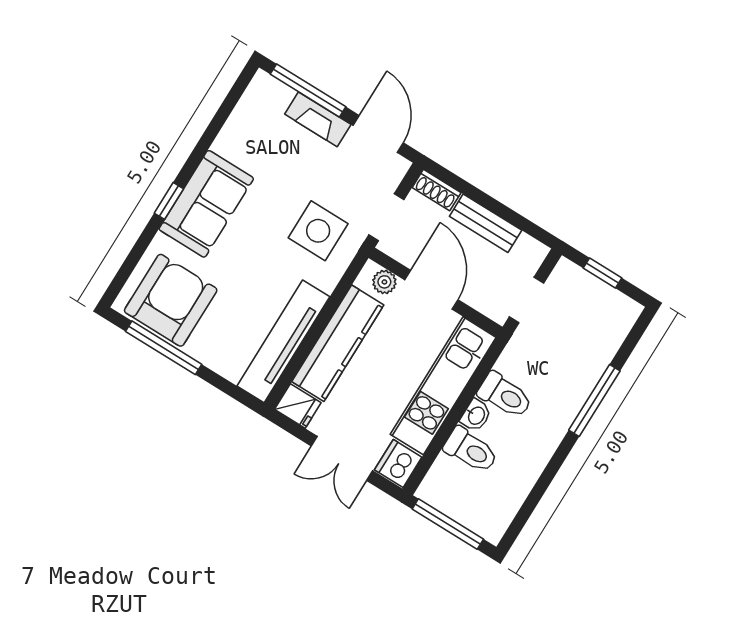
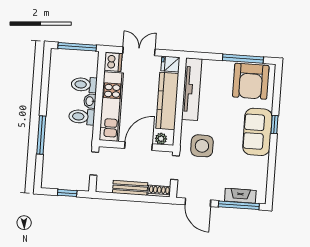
fireplace: (318, 119) -> (240, 196), moved
door: (431, 290) -> (139, 146), swing flipped

